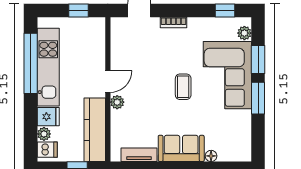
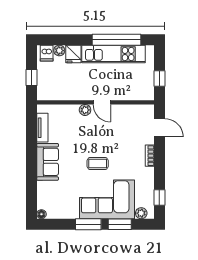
kitchen counter: (95, 130) -> (63, 92), removed
floor lamp: (211, 156) -> (41, 214), moved

